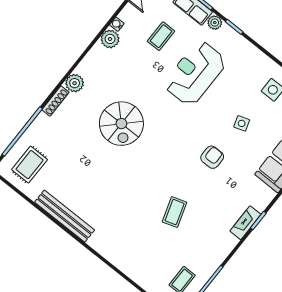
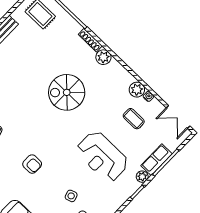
coffee table: (161, 36) -> (134, 119), moved
reception desk: (195, 73) -> (102, 157), turned 180
side table: (242, 123) -> (71, 196), moved

